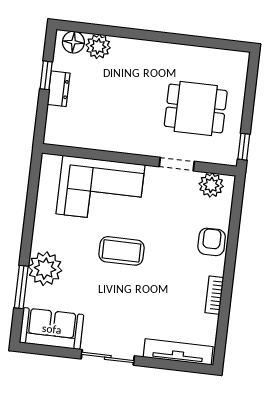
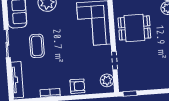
dining table: (196, 108) -> (134, 28), moved, turned 90
coffee table: (121, 251) -> (37, 46), moved

